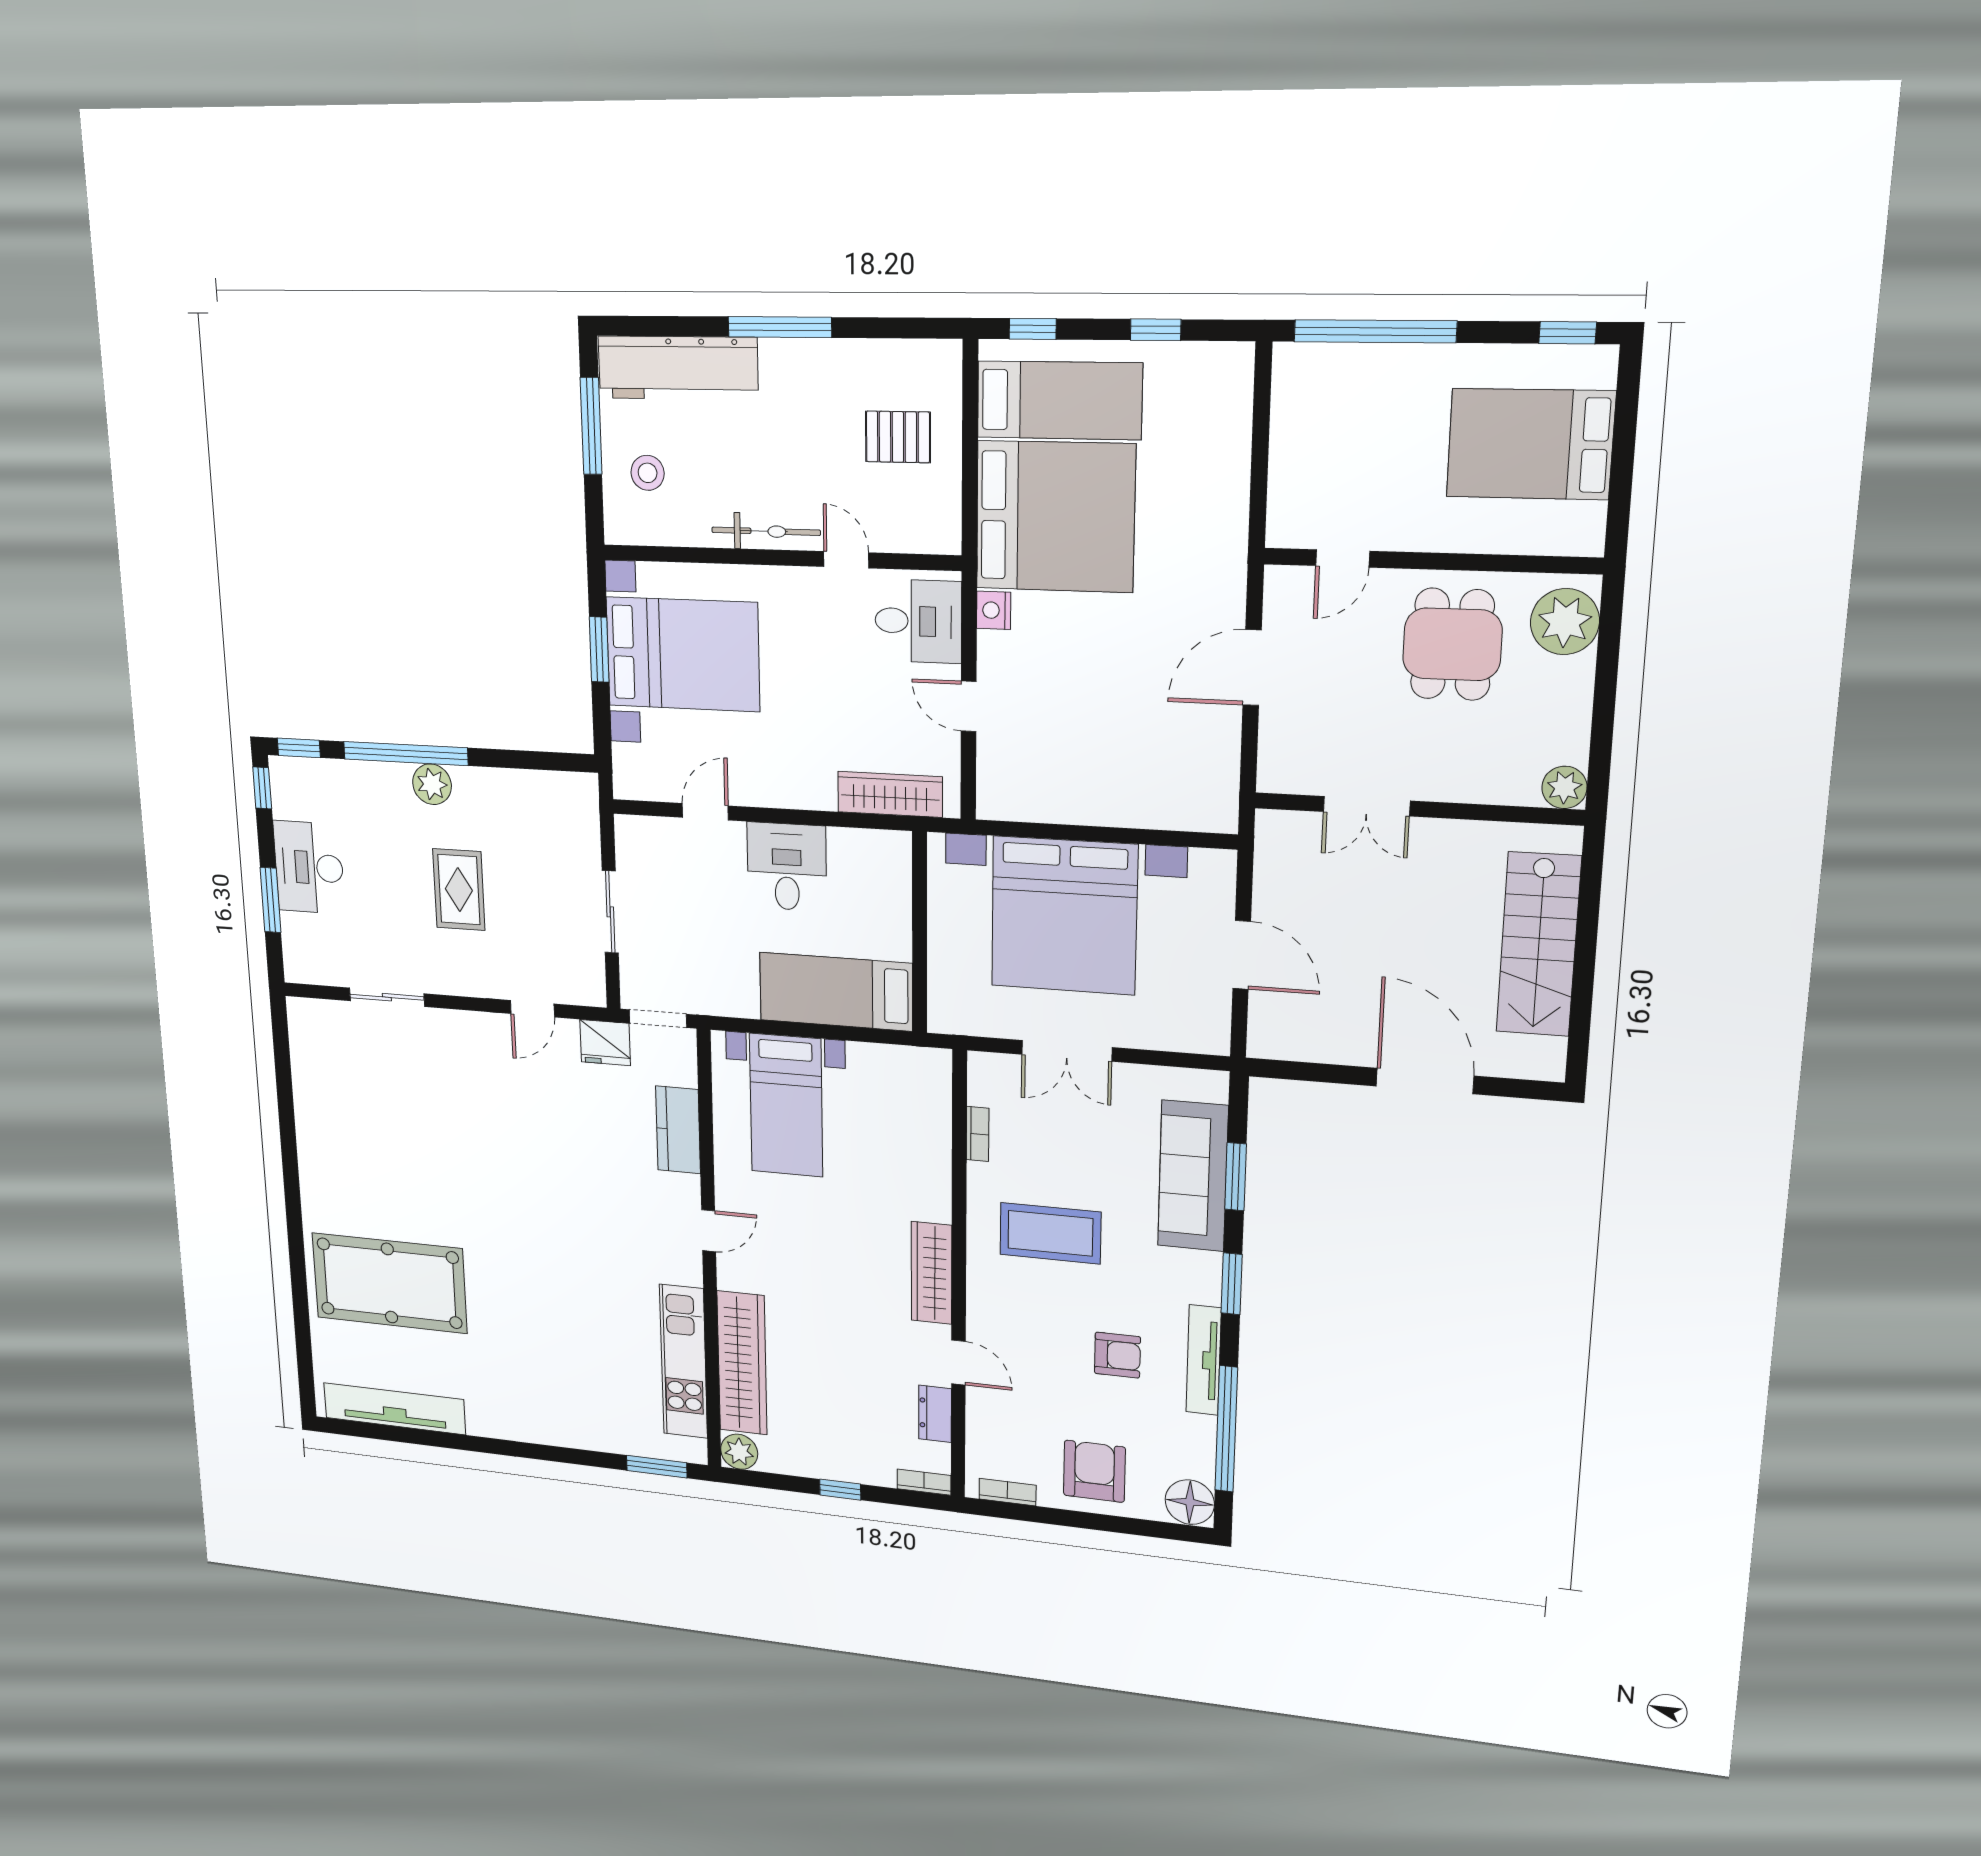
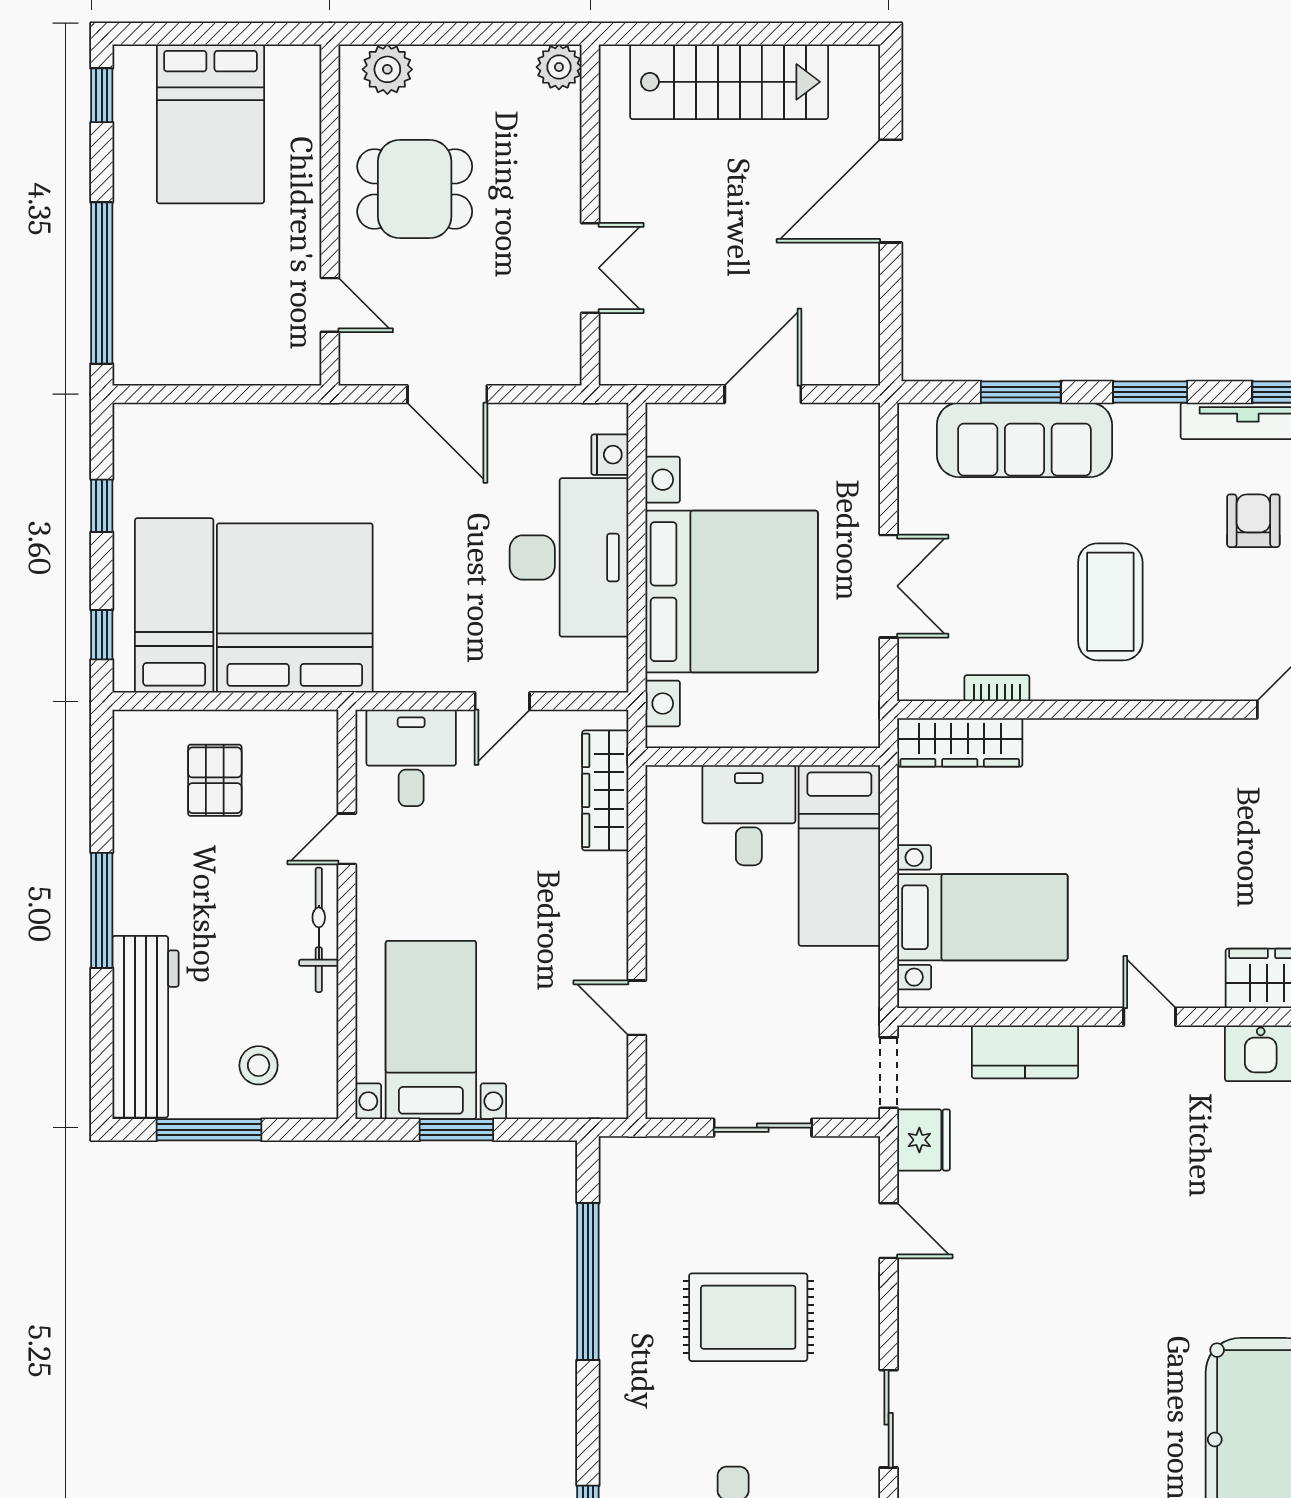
nightstand: (994, 610) -> (610, 455), moved, turned -90
plant: (1565, 622) -> (387, 69), width x0.73, depth x0.73
bed with nightstands: (683, 654) -> (431, 1030), width x0.73
window: (406, 753) -> (588, 1281), moved
desk: (1097, 773) -> (569, 557), added
plant: (432, 784) -> (623, 1344), removed
desk: (787, 867) -> (749, 815), moved, turned 90
rug: (459, 890) -> (748, 1317), width x1.36, depth x1.43
wardrobe: (931, 1273) -> (960, 742), moved

